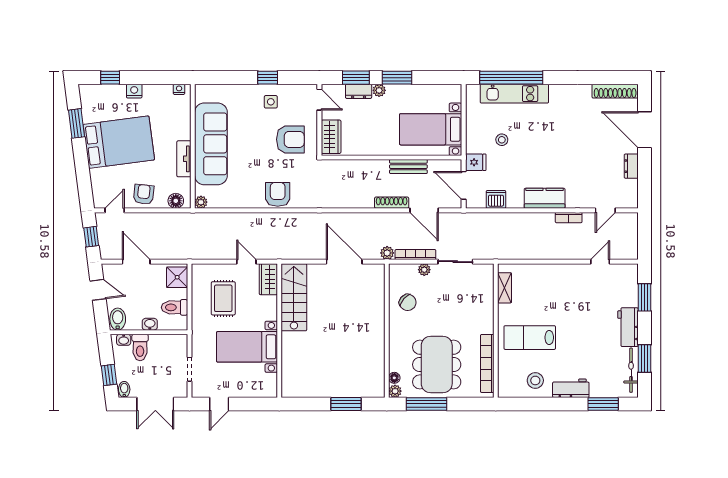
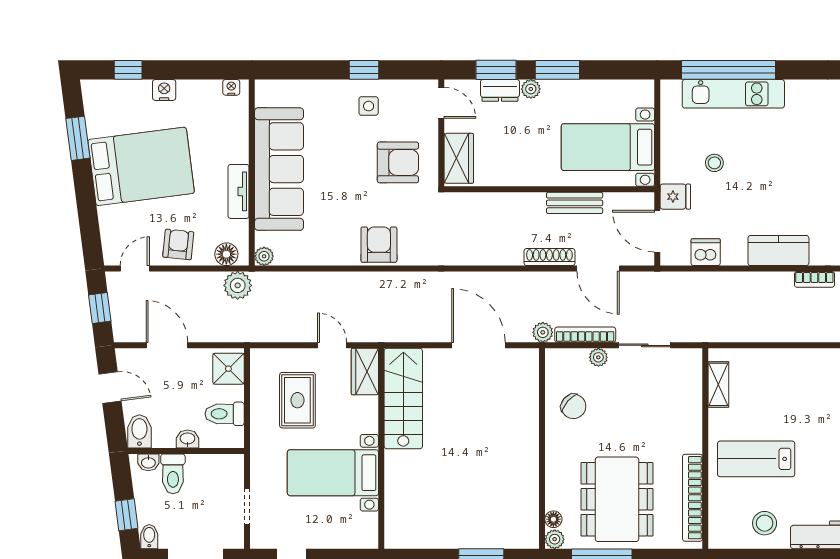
plant: (183, 222) -> (238, 285), added

